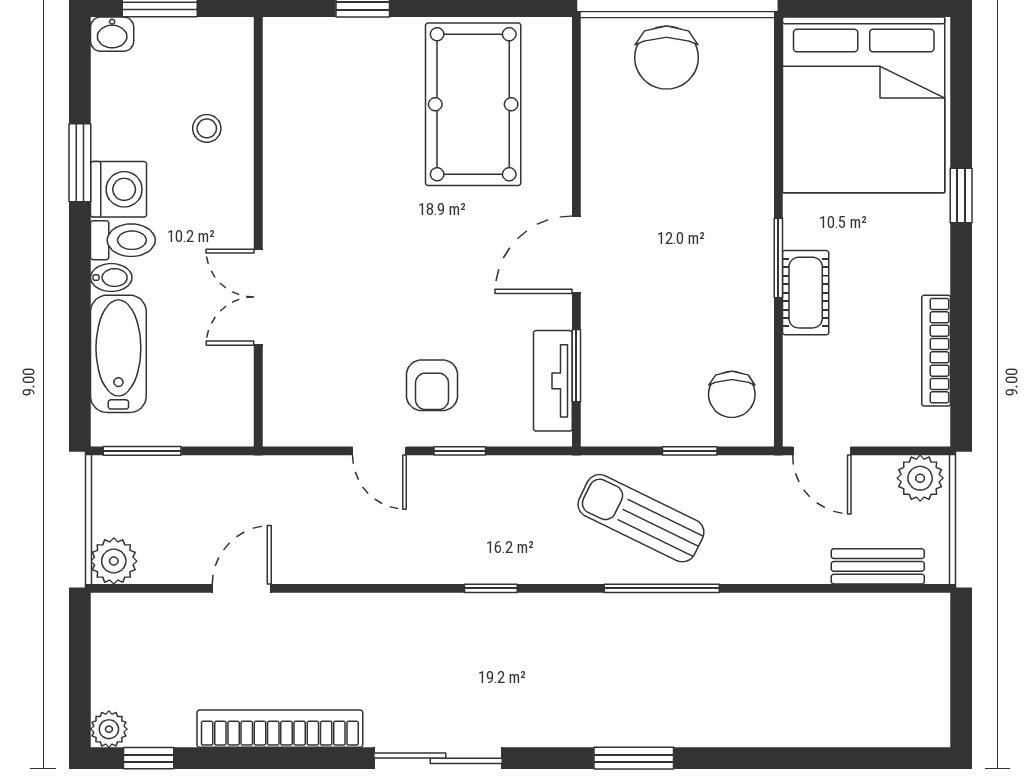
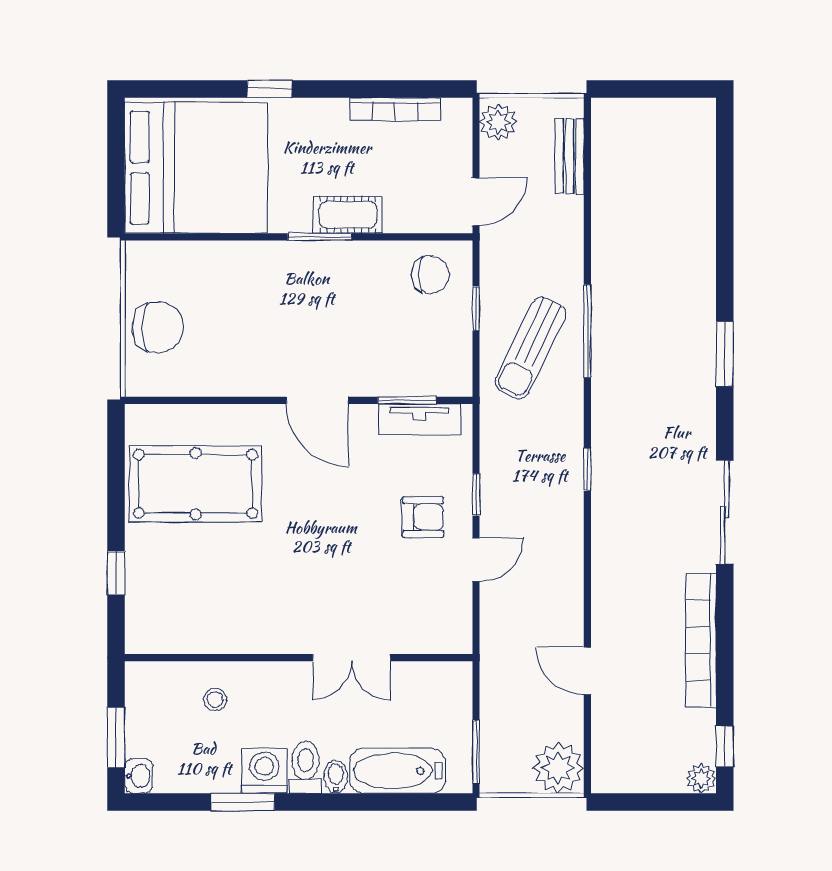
plant: (114, 561) -> (558, 768), width x1.36, depth x1.36

